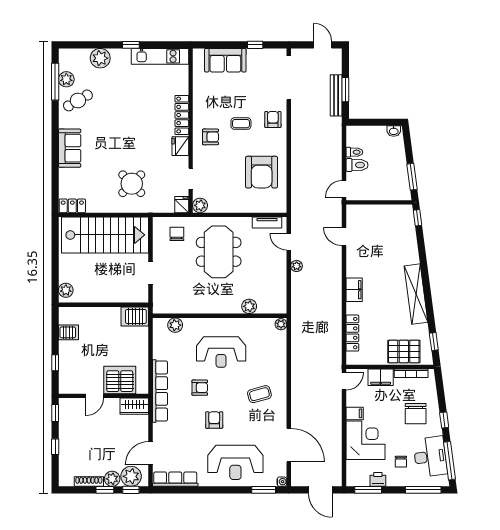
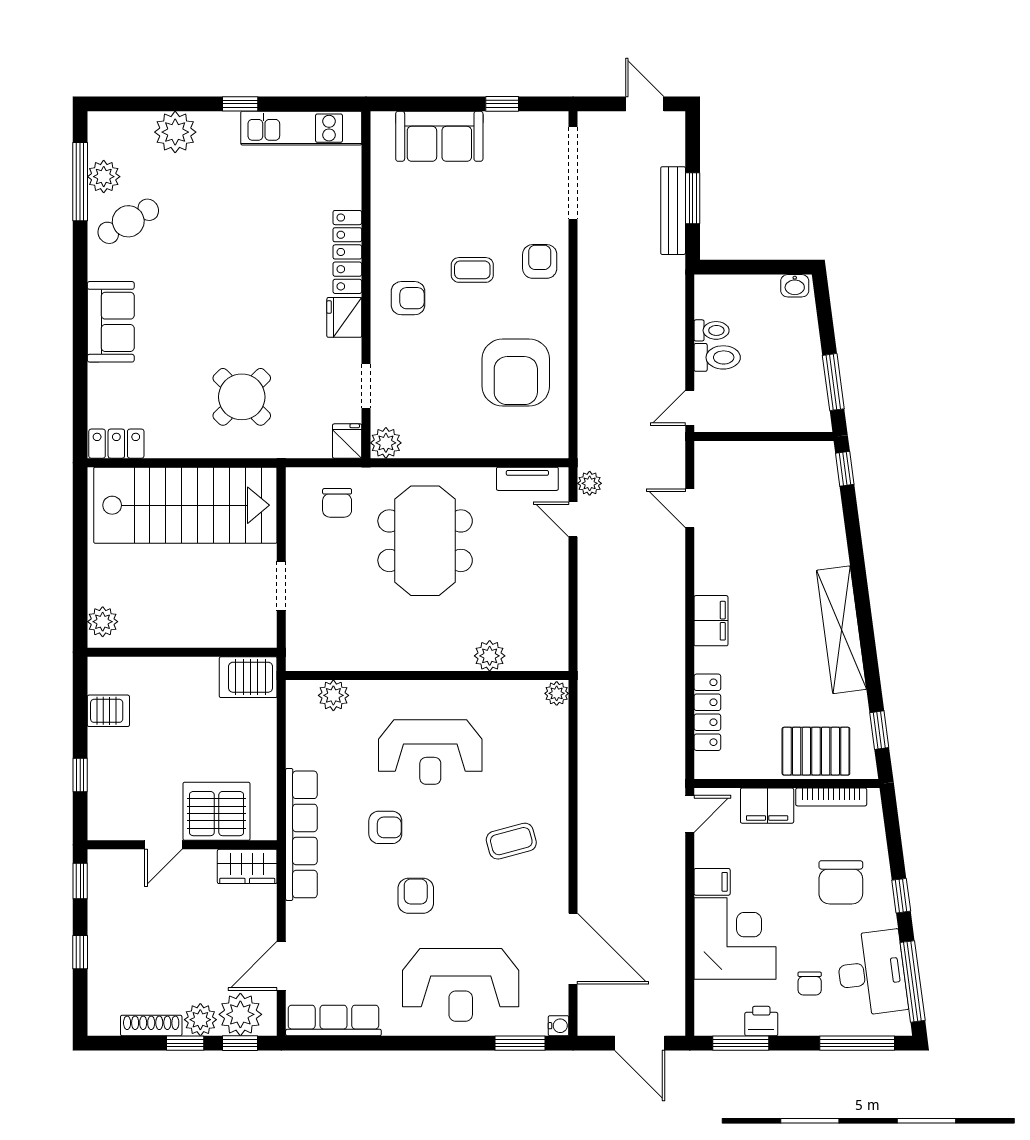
chair: (177, 234) -> (337, 503), turned 180
plant: (297, 266) -> (590, 483), moved

